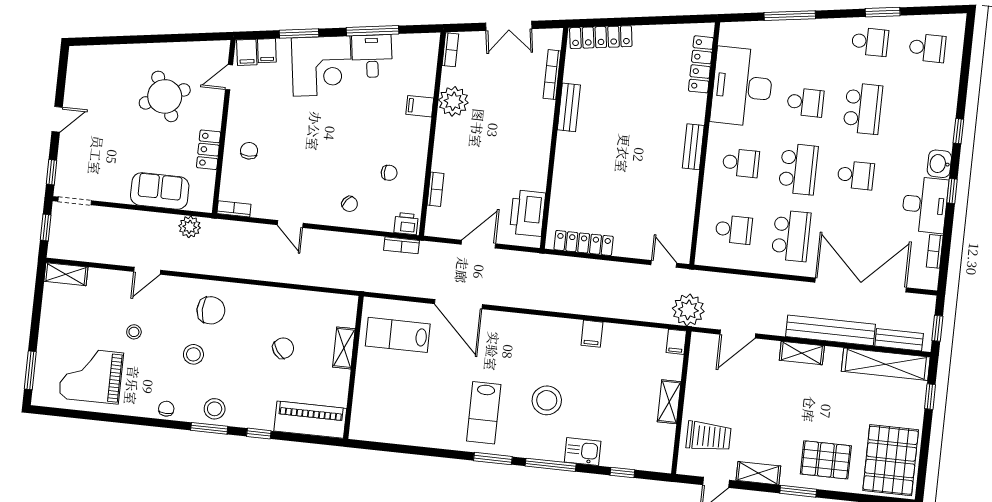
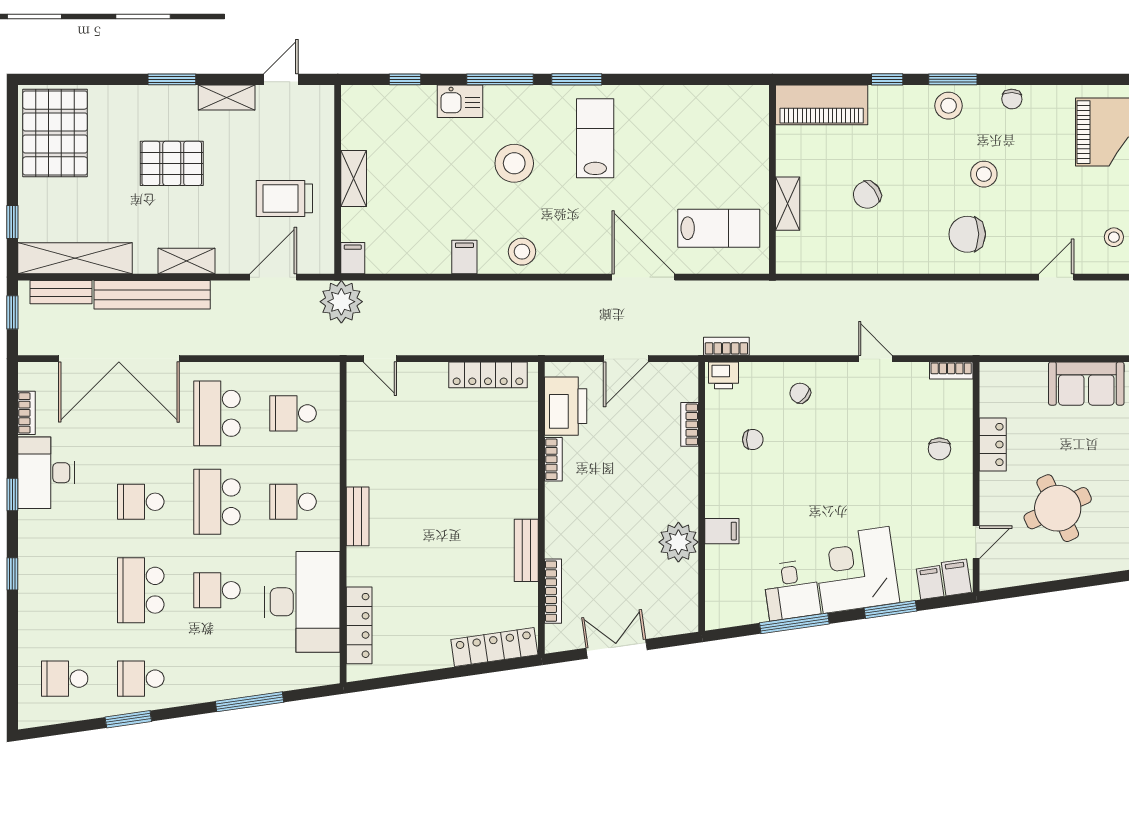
bookcase: (450, 50) -> (553, 459), moved, turned 180
washbasin: (939, 164) -> (33, 528), removed
chair: (389, 173) -> (753, 440), turned 180
sofa: (160, 191) -> (1086, 384), moved
plant: (190, 227) -> (1007, 341), removed
stool: (134, 332) -> (1114, 237), moved
stool: (548, 333) -> (522, 252), added
trolley: (709, 436) -> (284, 198), moved
pallet: (826, 460) -> (172, 163), moved

